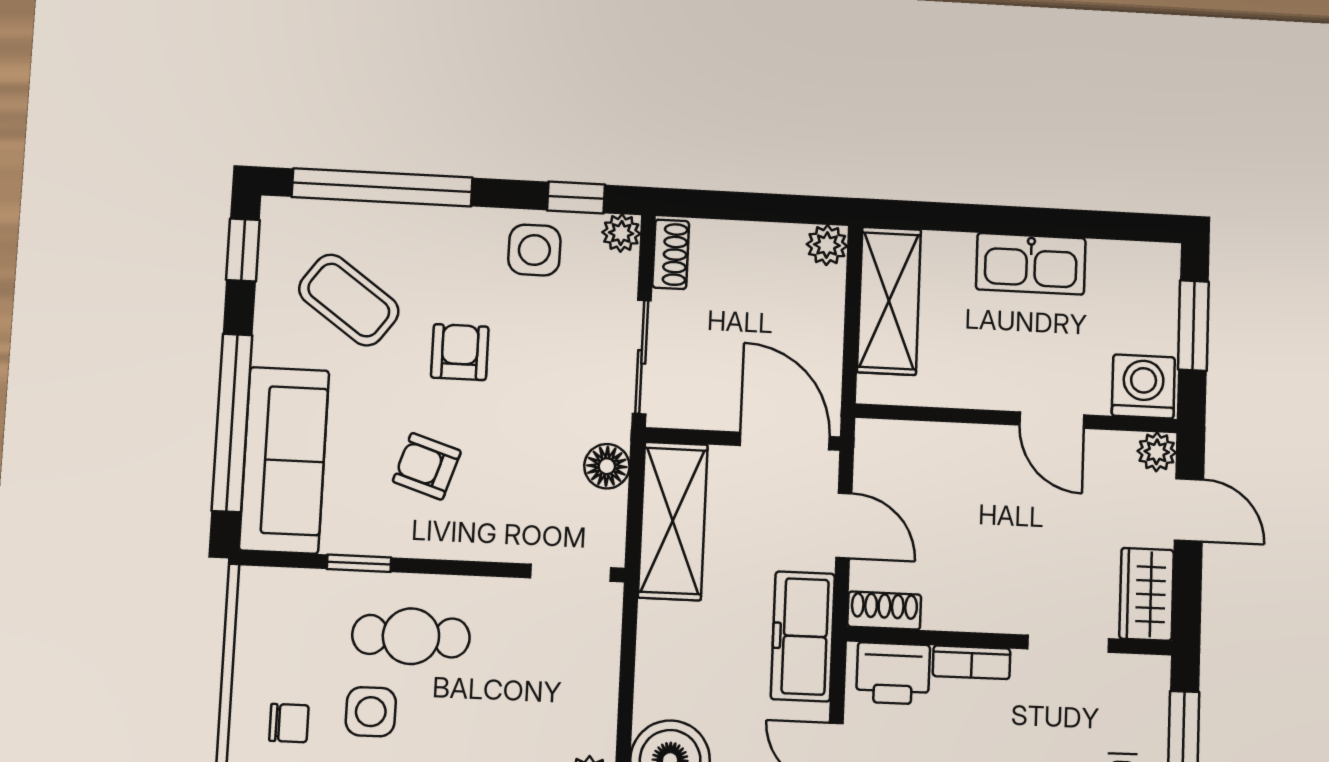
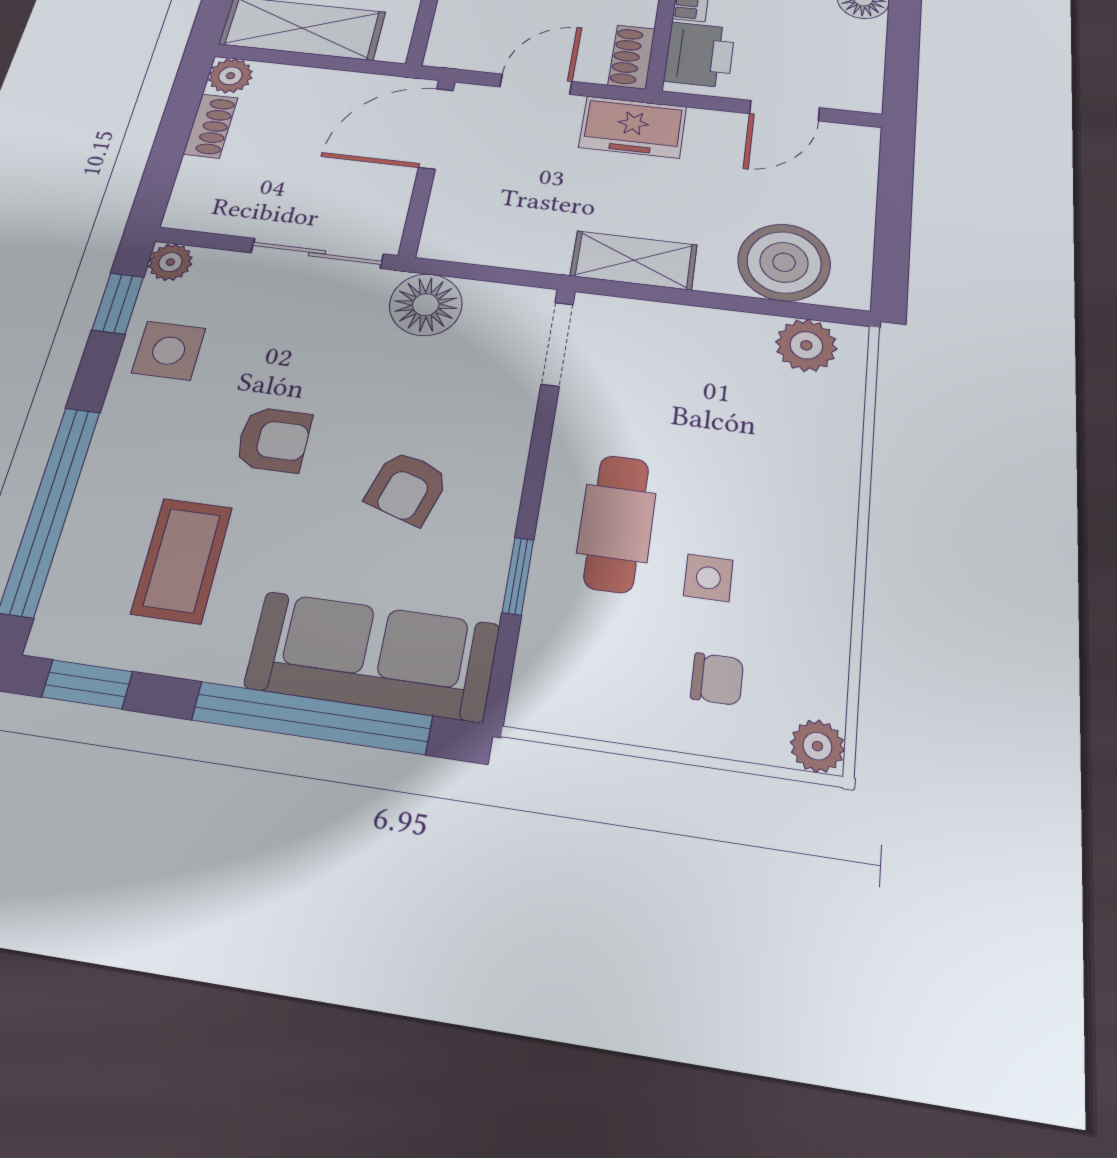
shoe rack: (671, 254) -> (211, 126), moved, turned 90
coffee table: (349, 300) -> (182, 560), turned -36
armchair: (460, 352) -> (274, 440), turned 180
floor lamp: (607, 466) -> (426, 305), width x1.38, depth x1.38
shelving: (673, 521) -> (634, 260), moved, width x0.67, depth x0.75
freezer: (803, 636) -> (633, 127), width x0.71
side table: (371, 712) -> (708, 578), width x0.73, depth x0.73
chair: (289, 723) -> (717, 679), turned 90

